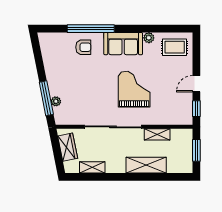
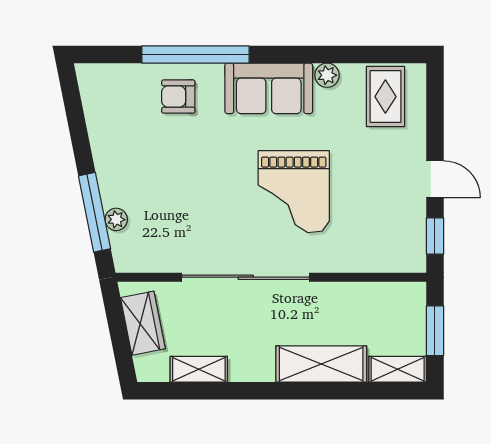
armchair: (83, 47) -> (178, 97), turned 180
rug: (175, 47) -> (385, 97), turned 90
door: (196, 84) -> (435, 179), swing flipped
grand piano: (134, 89) -> (294, 192), turned 180
shelving: (157, 134) -> (398, 369), moved

